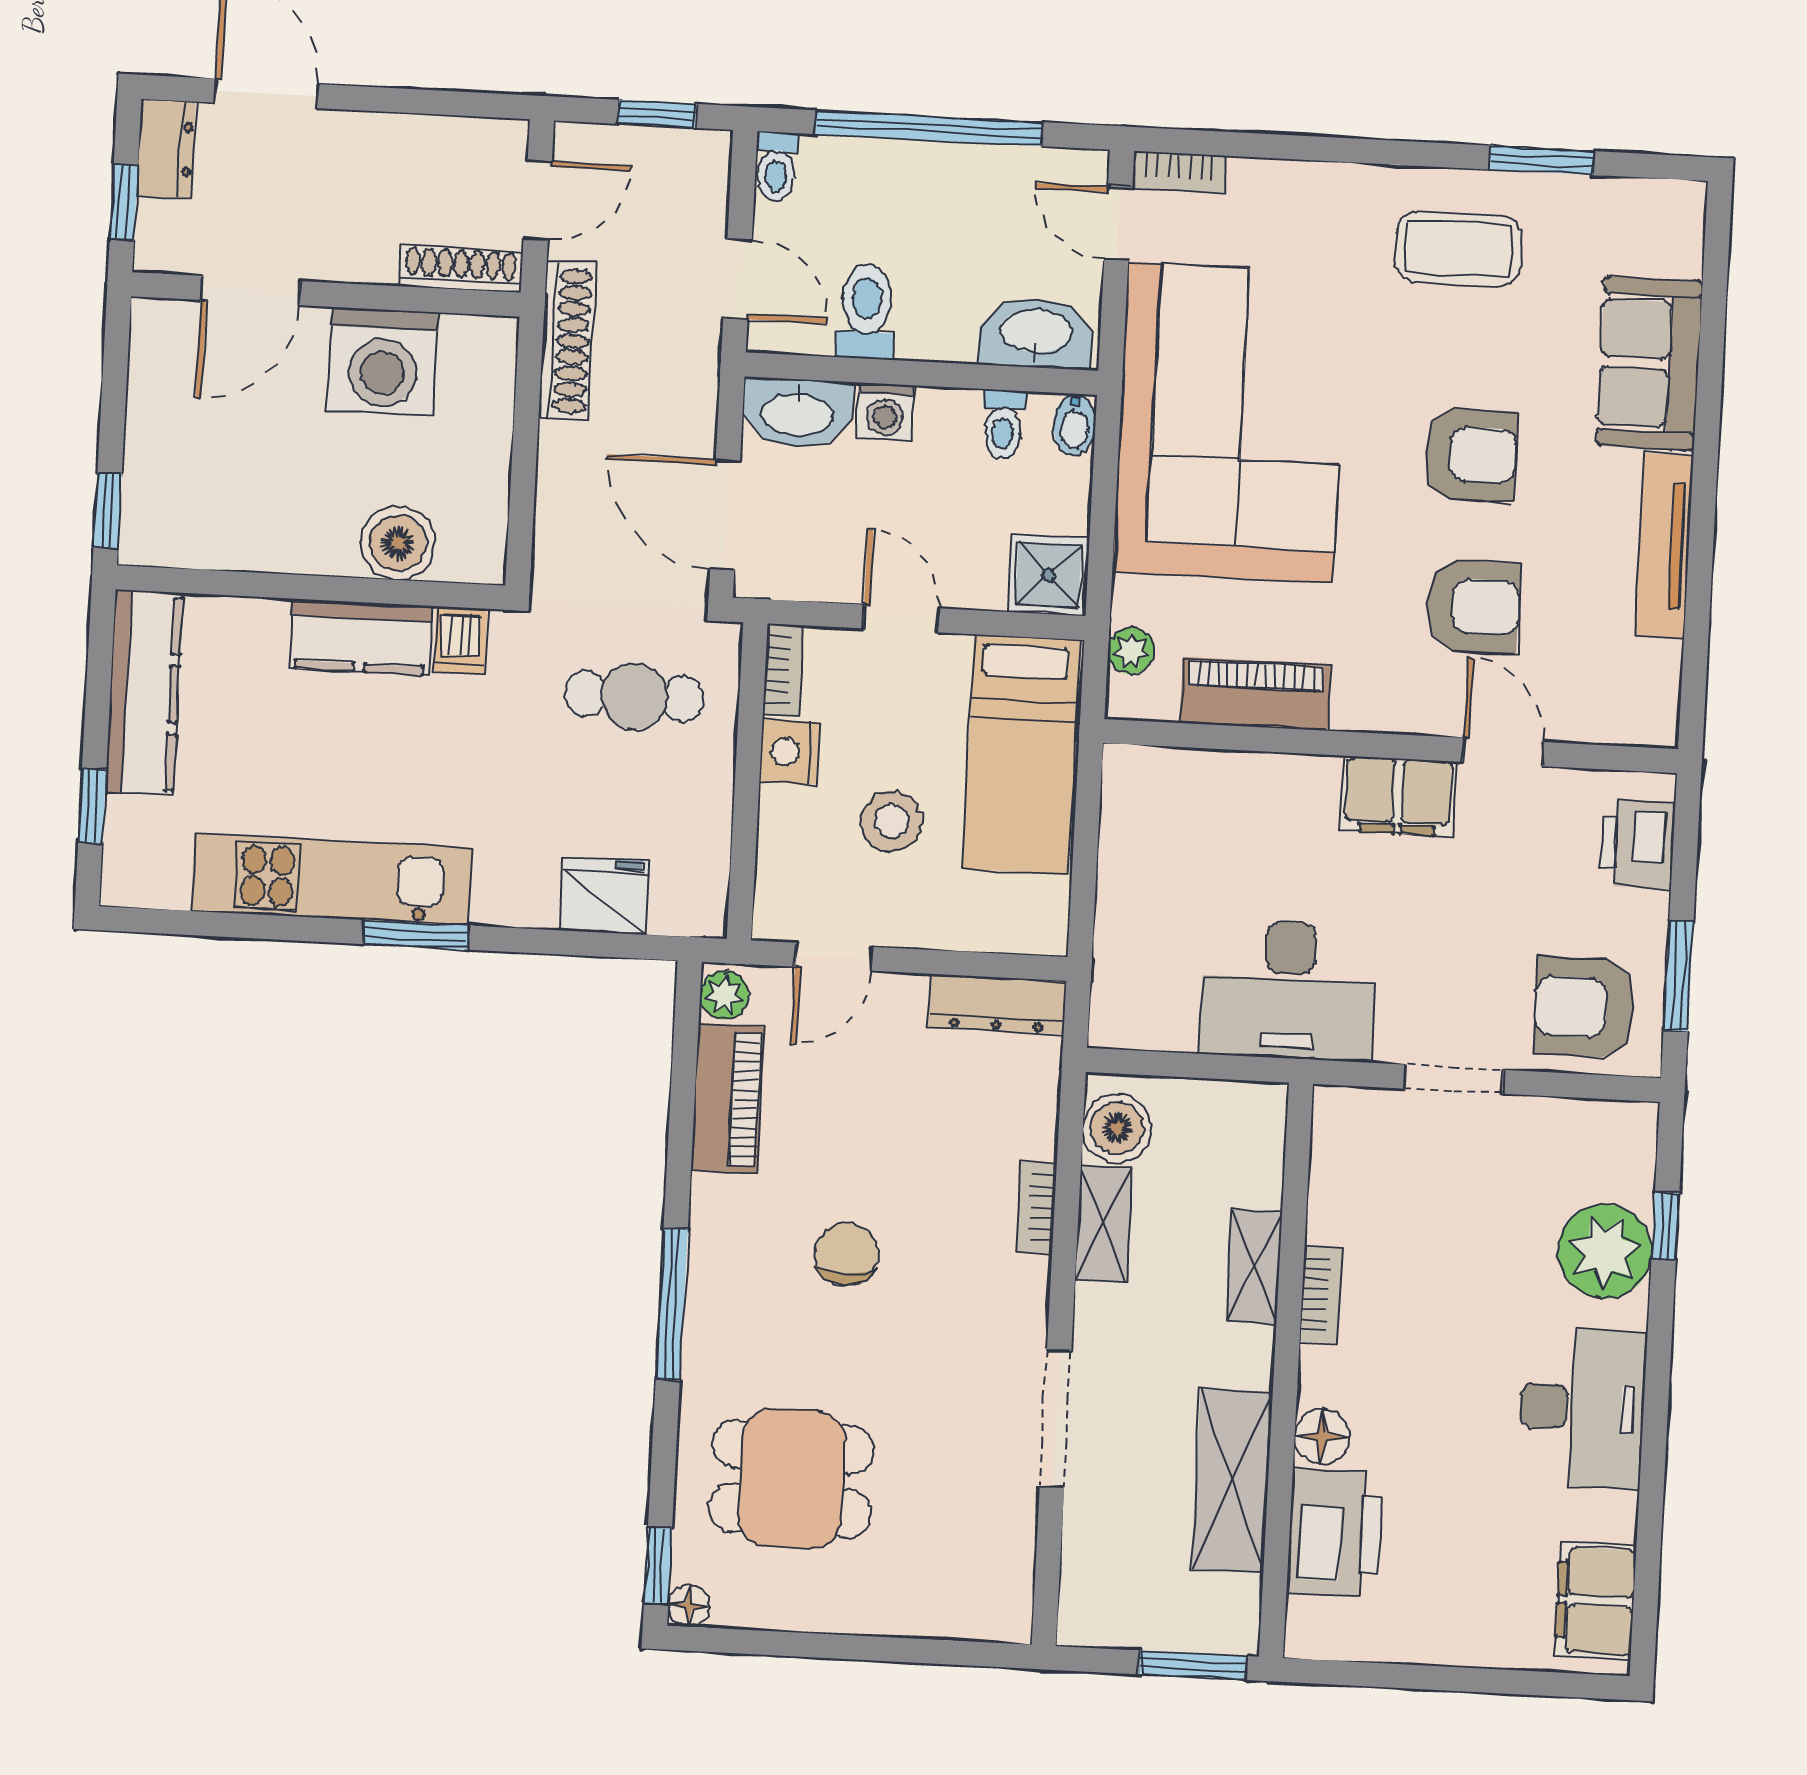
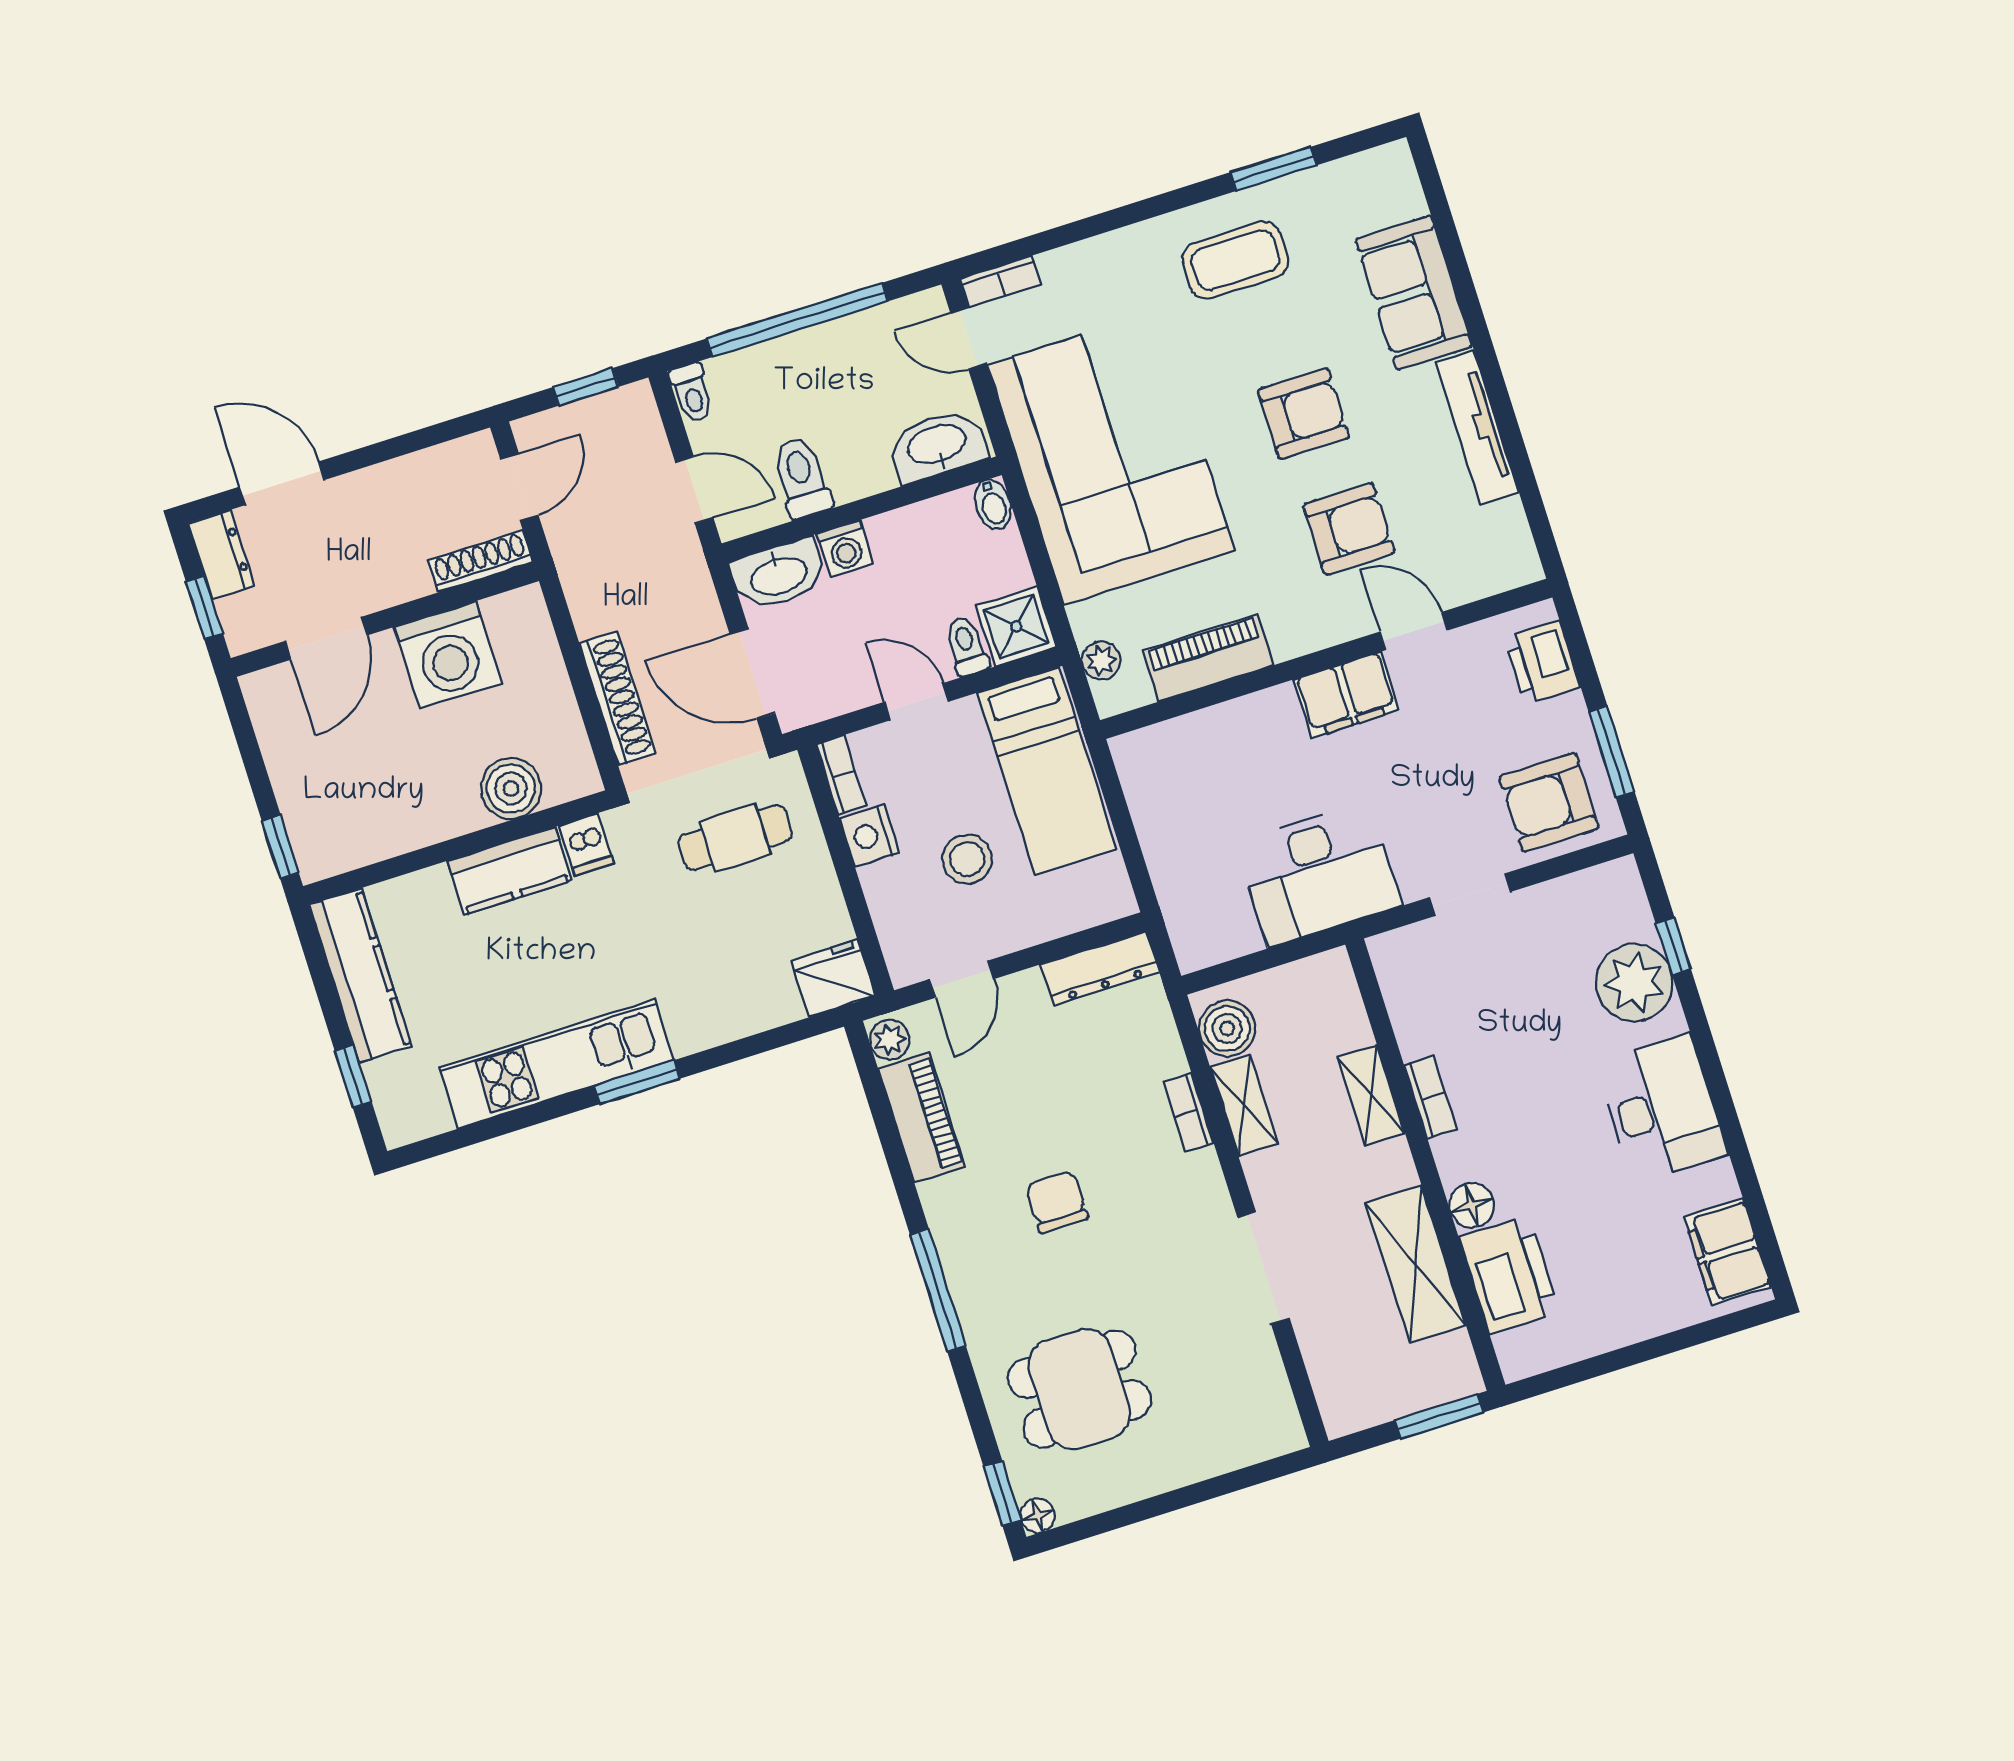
shoe rack: (567, 341) -> (617, 698), moved
toilet: (1003, 424) -> (967, 646), moved, turned 180
fridge: (605, 896) -> (833, 978), moved

